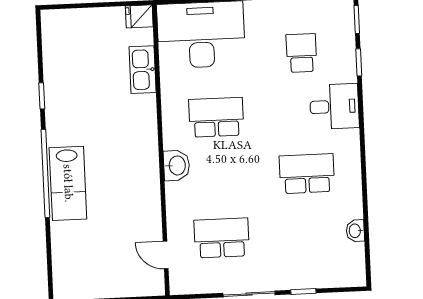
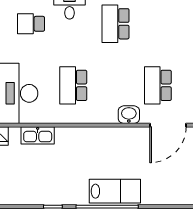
washbasin: (177, 165) -> (129, 115), moved
door: (166, 255) -> (168, 125), width x1.87

